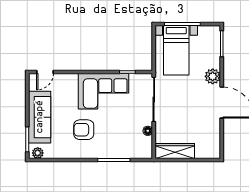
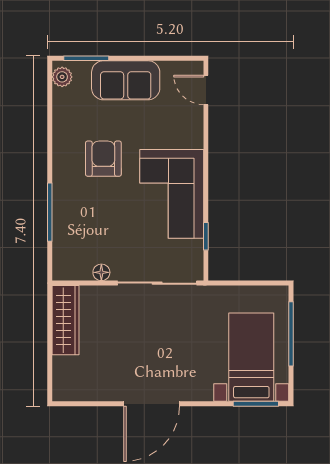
bed with nightstands: (176, 50) -> (251, 357), moved, turned 90
plant: (213, 76) -> (198, 388), removed
sofa: (40, 117) -> (126, 80), width x0.73

